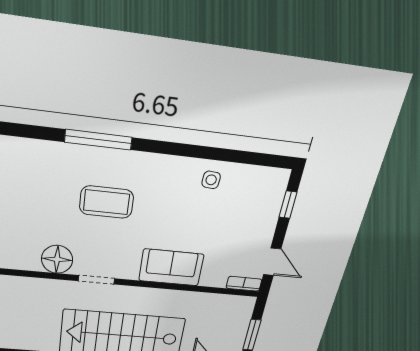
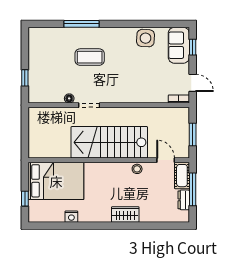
side table: (211, 180) -> (146, 38), width x1.87, depth x1.87
floor lamp: (57, 259) -> (69, 98), width x0.53, depth x0.53
sofa: (171, 267) -> (179, 45), moved, turned -90

